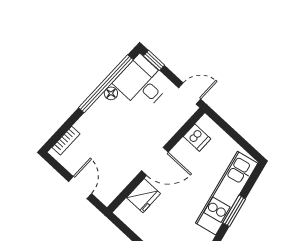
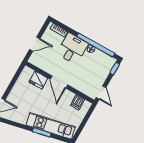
desk: (142, 83) -> (72, 49), moved

